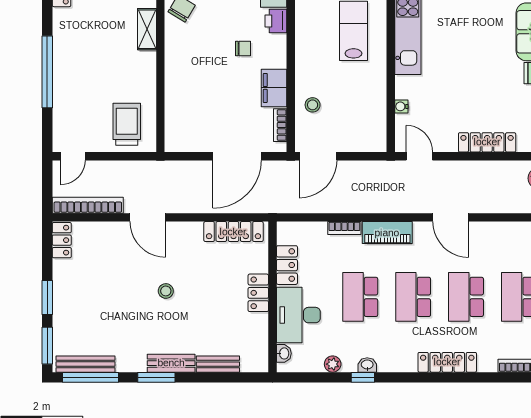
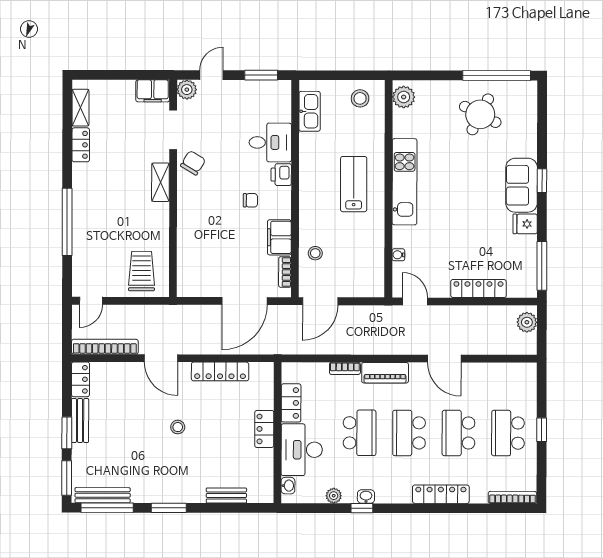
locker: (233, 232) -> (220, 371), moved
school desk: (360, 297) -> (360, 433), turned 180
bench: (171, 363) -> (80, 421), moved, turned 90

